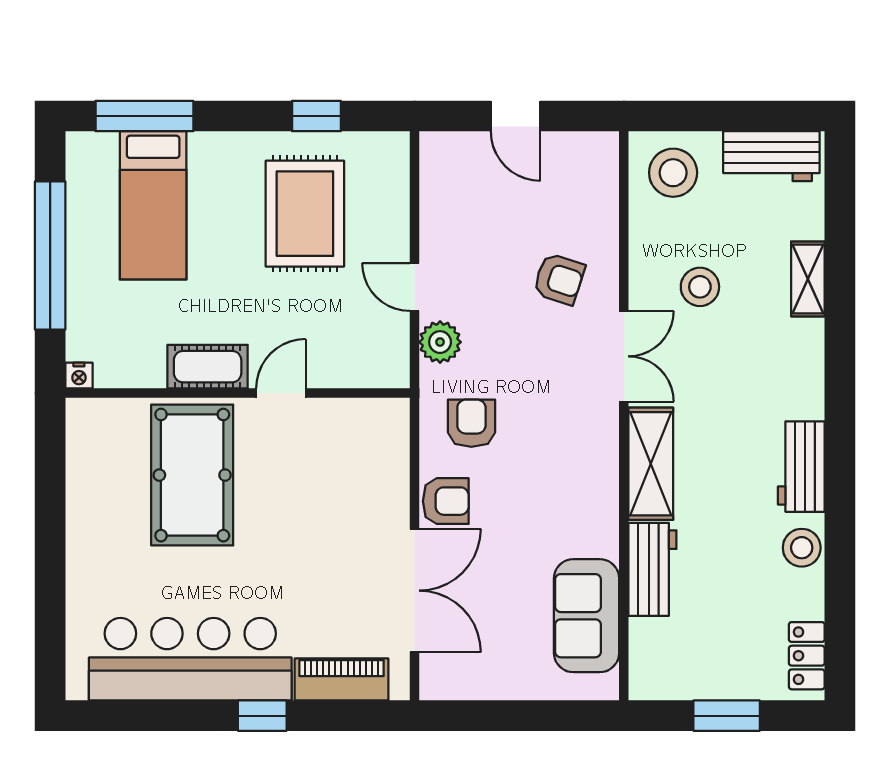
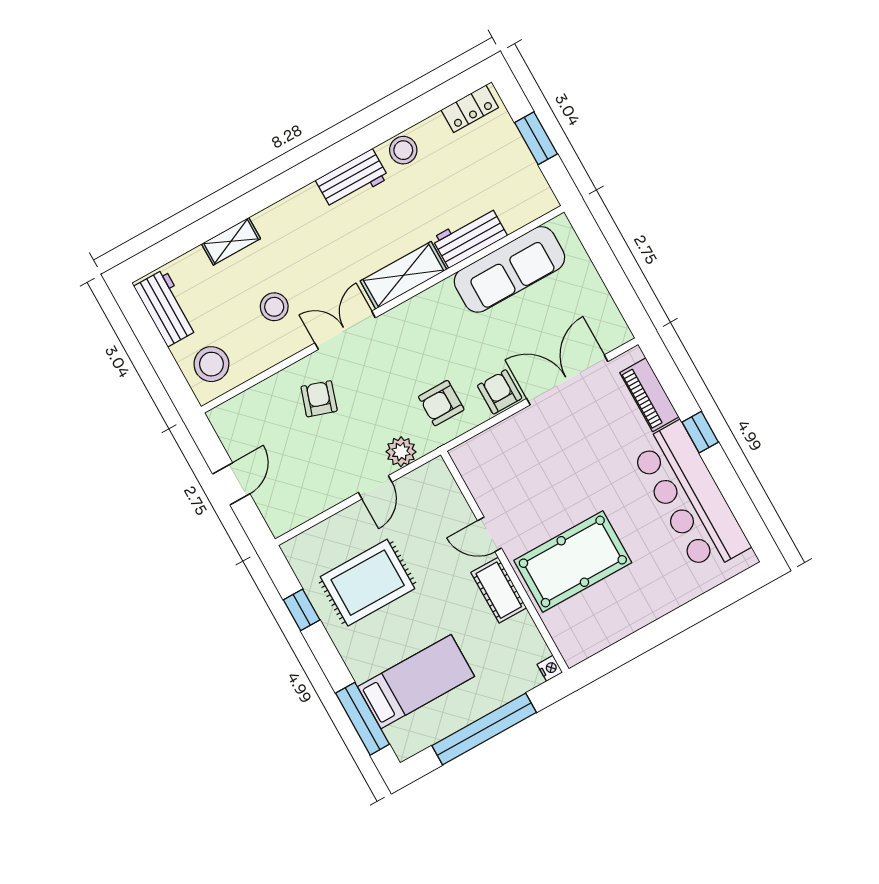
sofa: (587, 616) -> (509, 269), width x1.36

